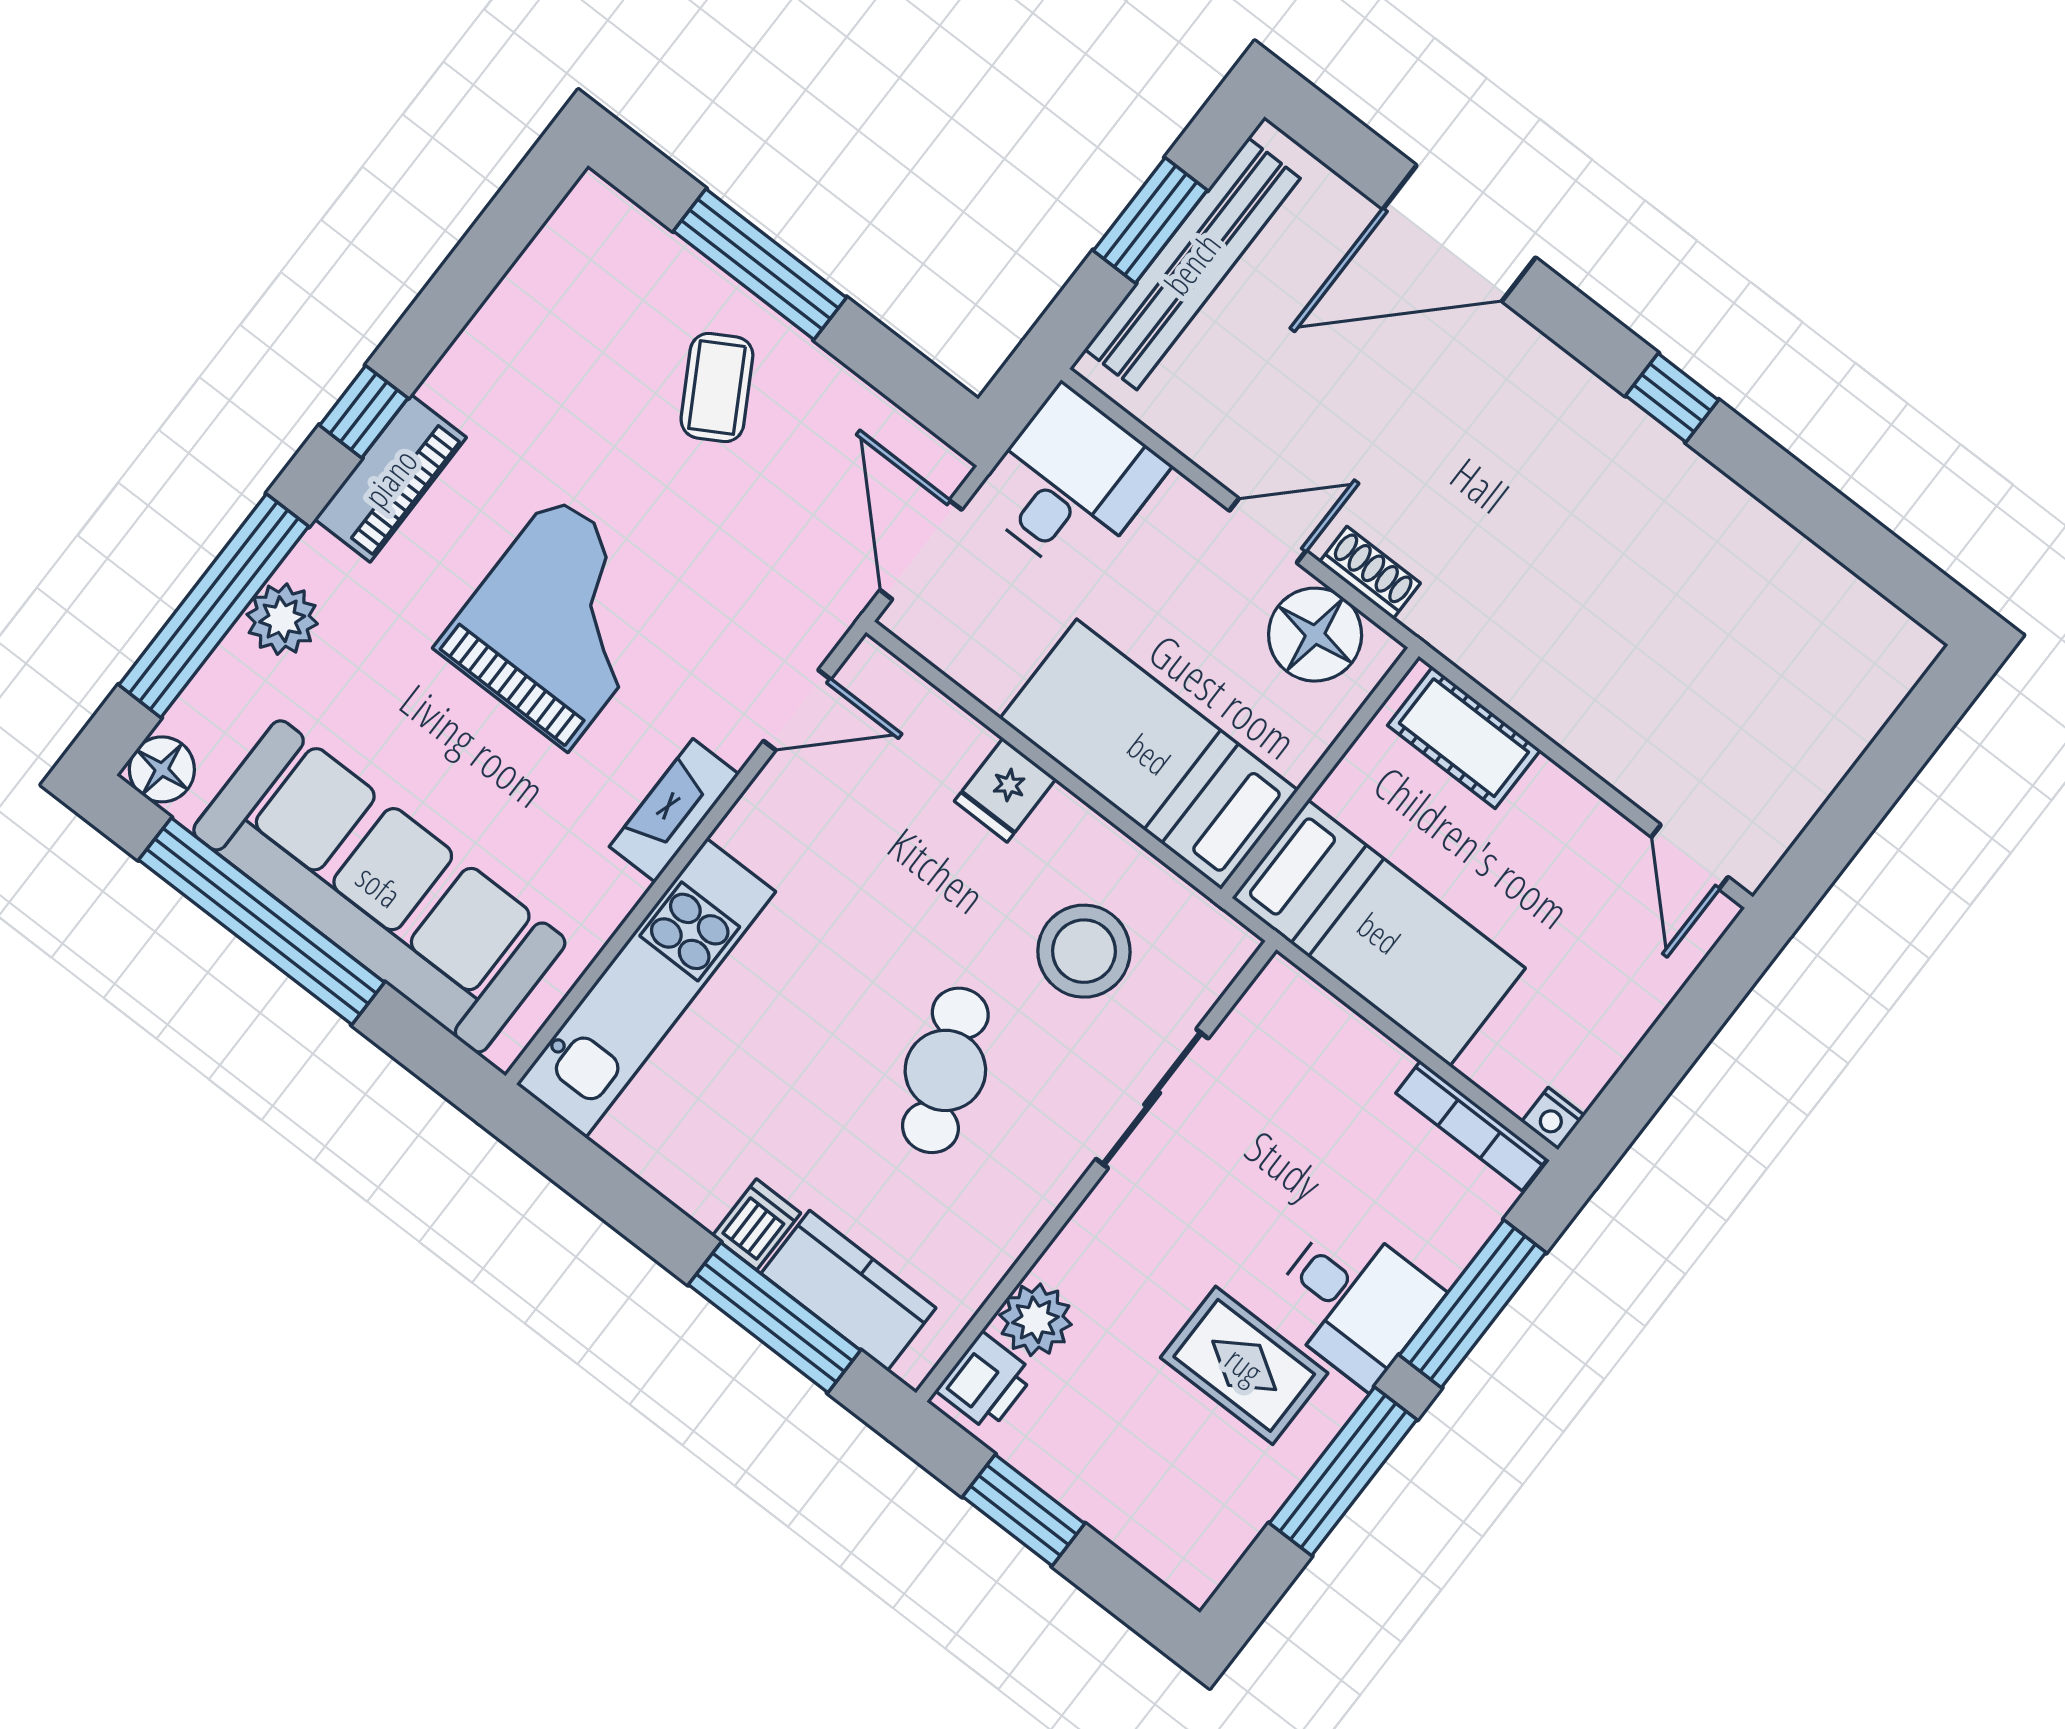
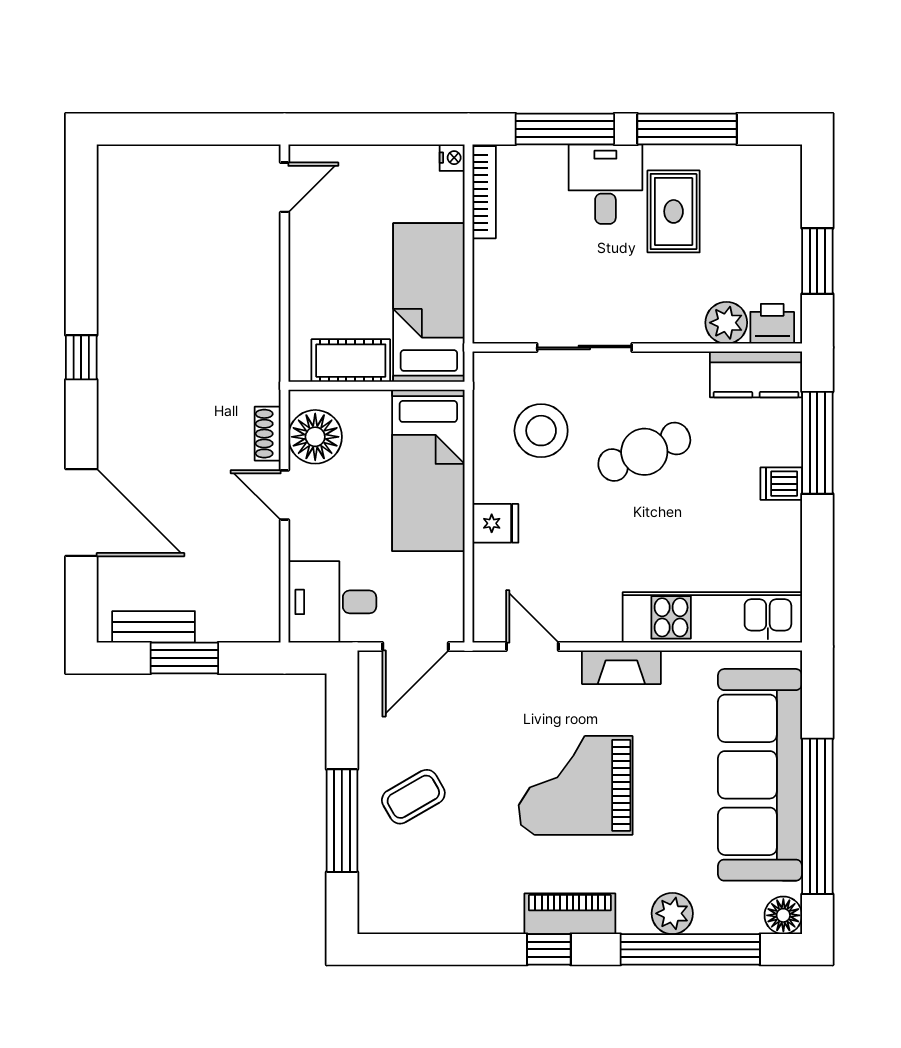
bench: (1192, 264) -> (154, 627), width x0.54, depth x0.82
cot: (1464, 738) -> (351, 361), moved, turned 90
kitchen counter: (848, 1291) -> (756, 374), moved, turned -90

